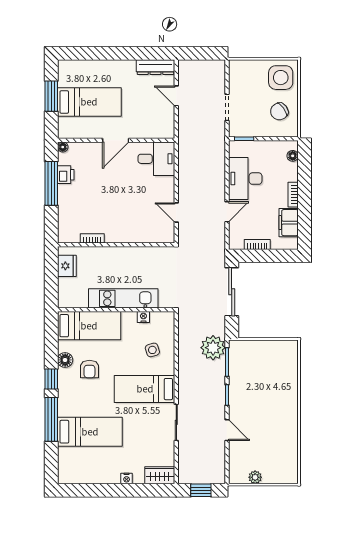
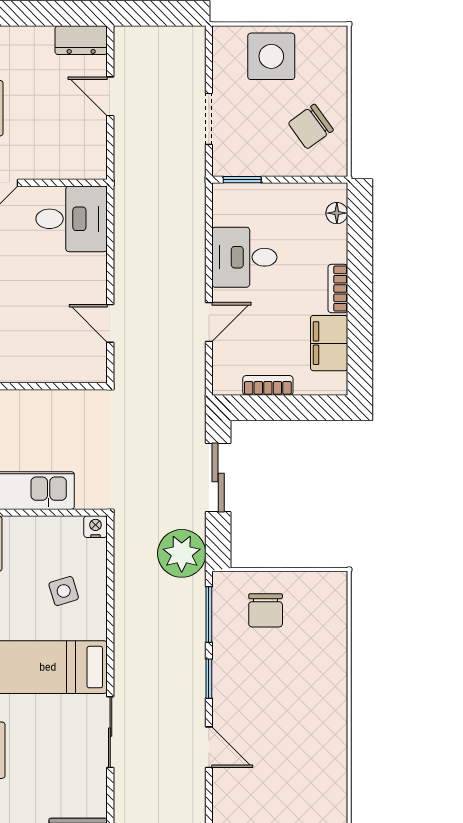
dresser: (156, 67) -> (81, 40), width x0.70
side table: (281, 78) -> (271, 56), moved
desk: (245, 179) -> (244, 257), width x0.73
sliding door: (232, 292) -> (218, 478), width x0.73
nightstand: (143, 317) -> (96, 527), moved
plant: (213, 348) -> (182, 553), moved
chair: (256, 360) -> (266, 610), added

